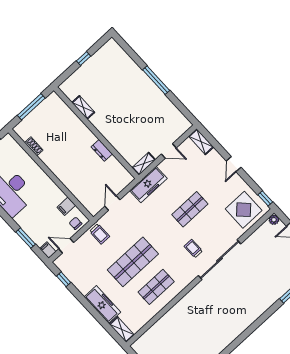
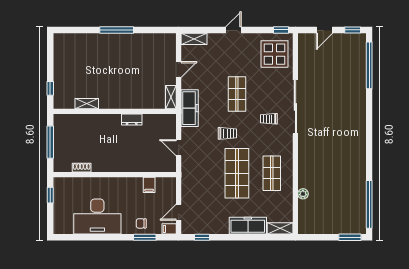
window: (84, 58) -> (50, 88), moved
door: (234, 164) -> (233, 30), swing flipped
plant: (274, 220) -> (303, 194), moved
chair: (76, 223) -> (141, 223), moved
trolley: (100, 234) -> (227, 133), moved

